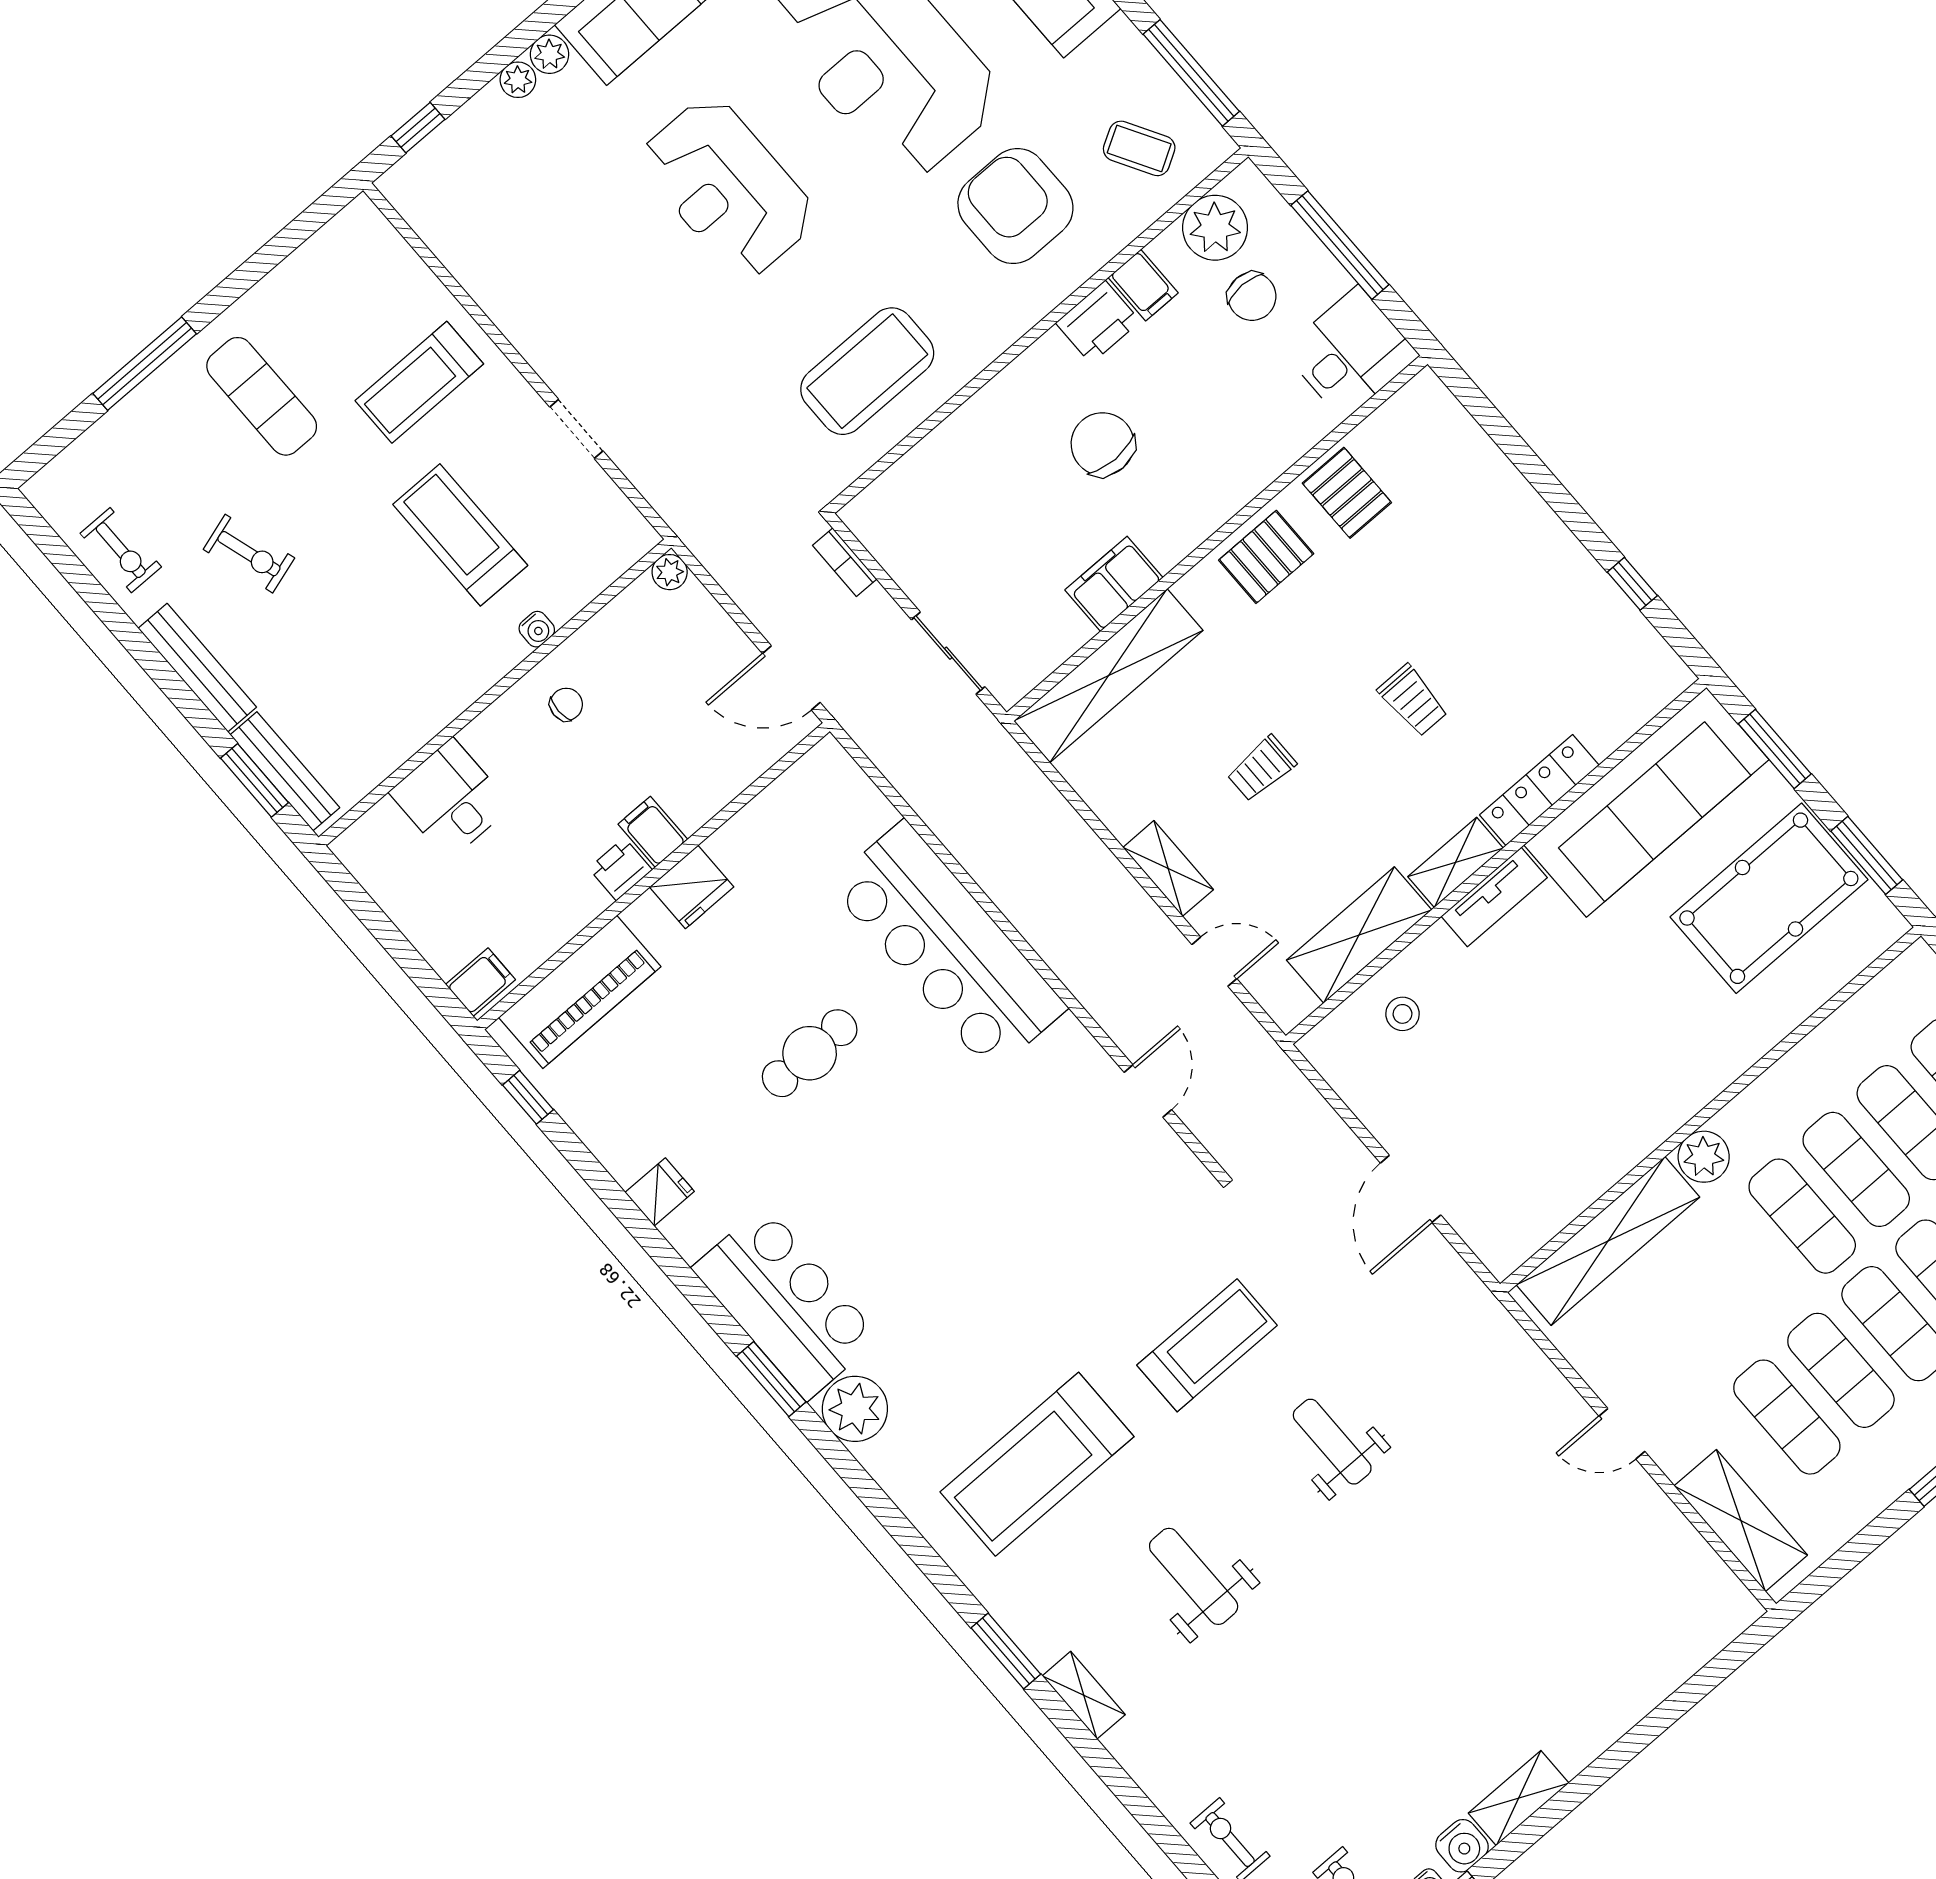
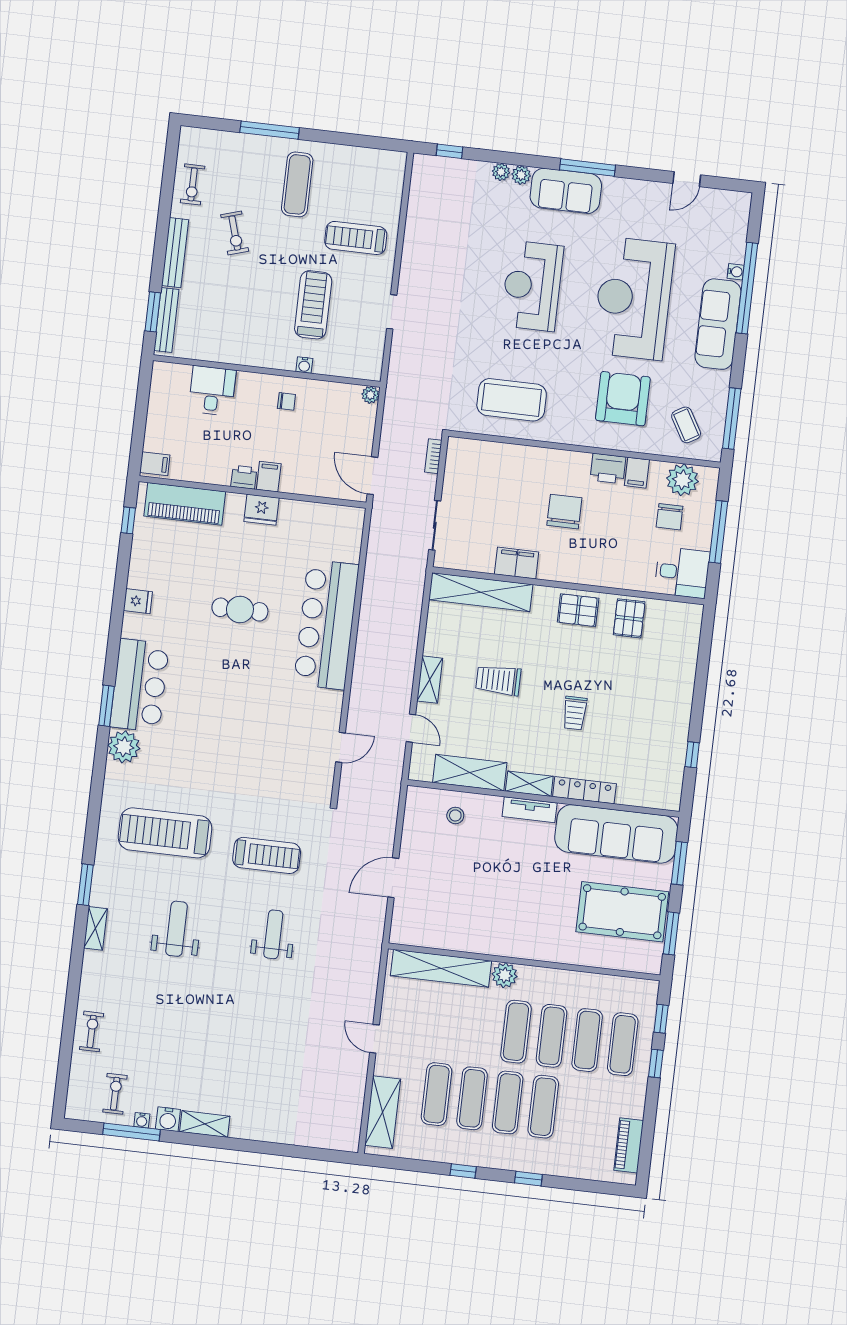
trolley: (1261, 768) -> (498, 680), width x1.36, depth x1.39

